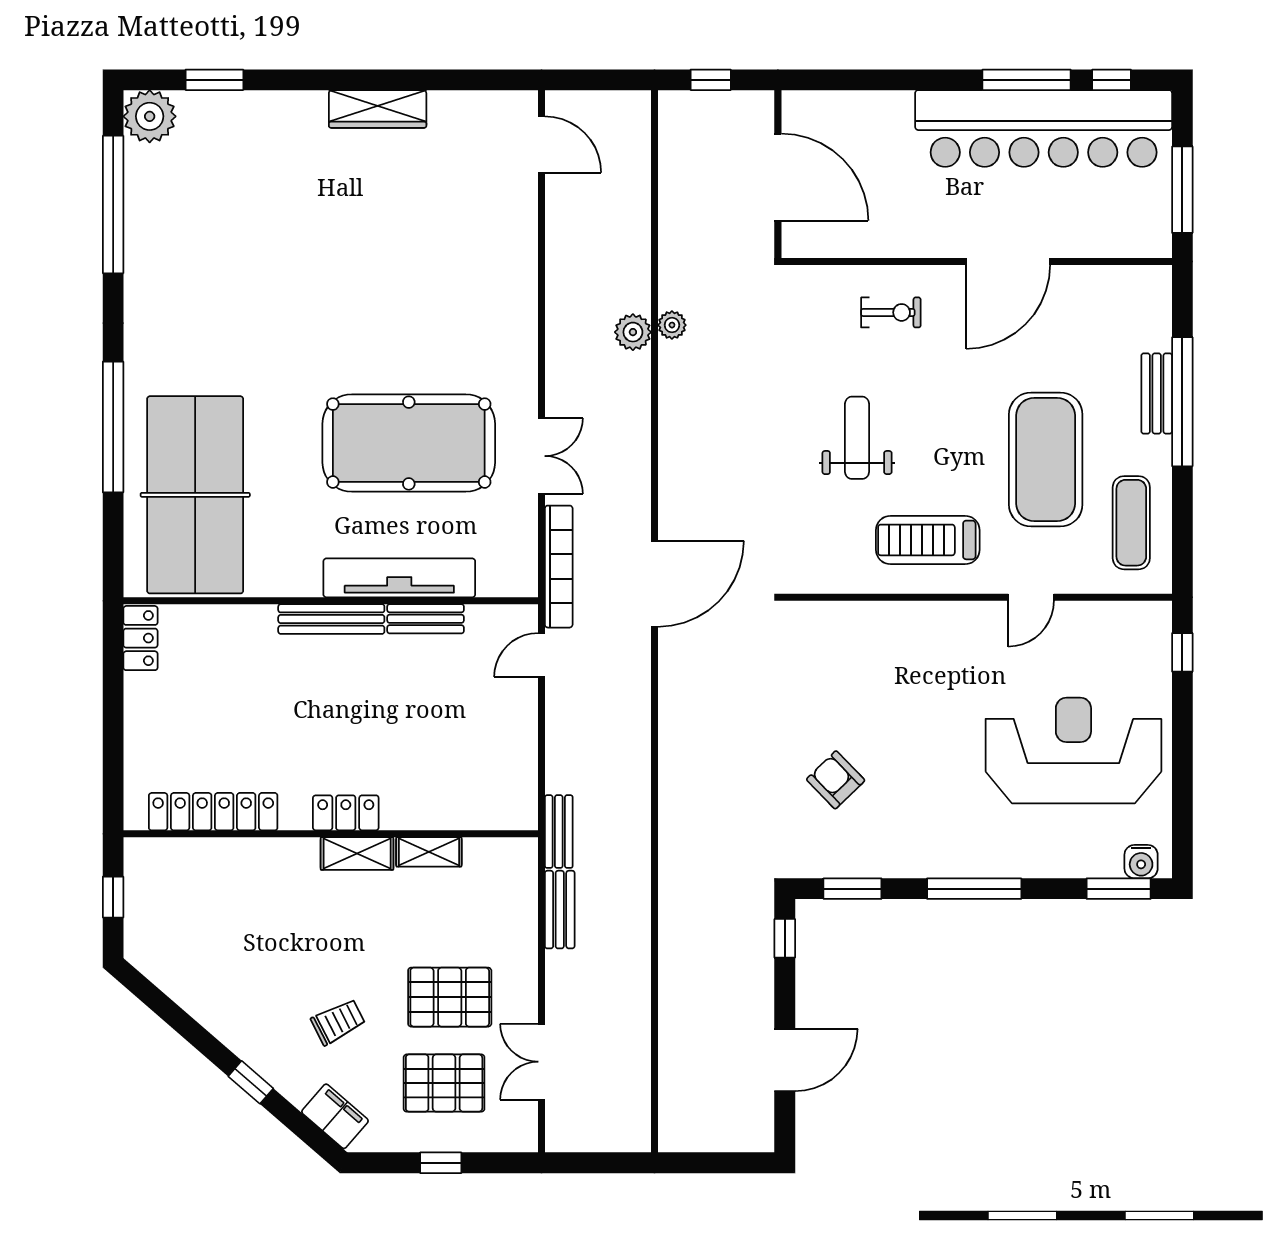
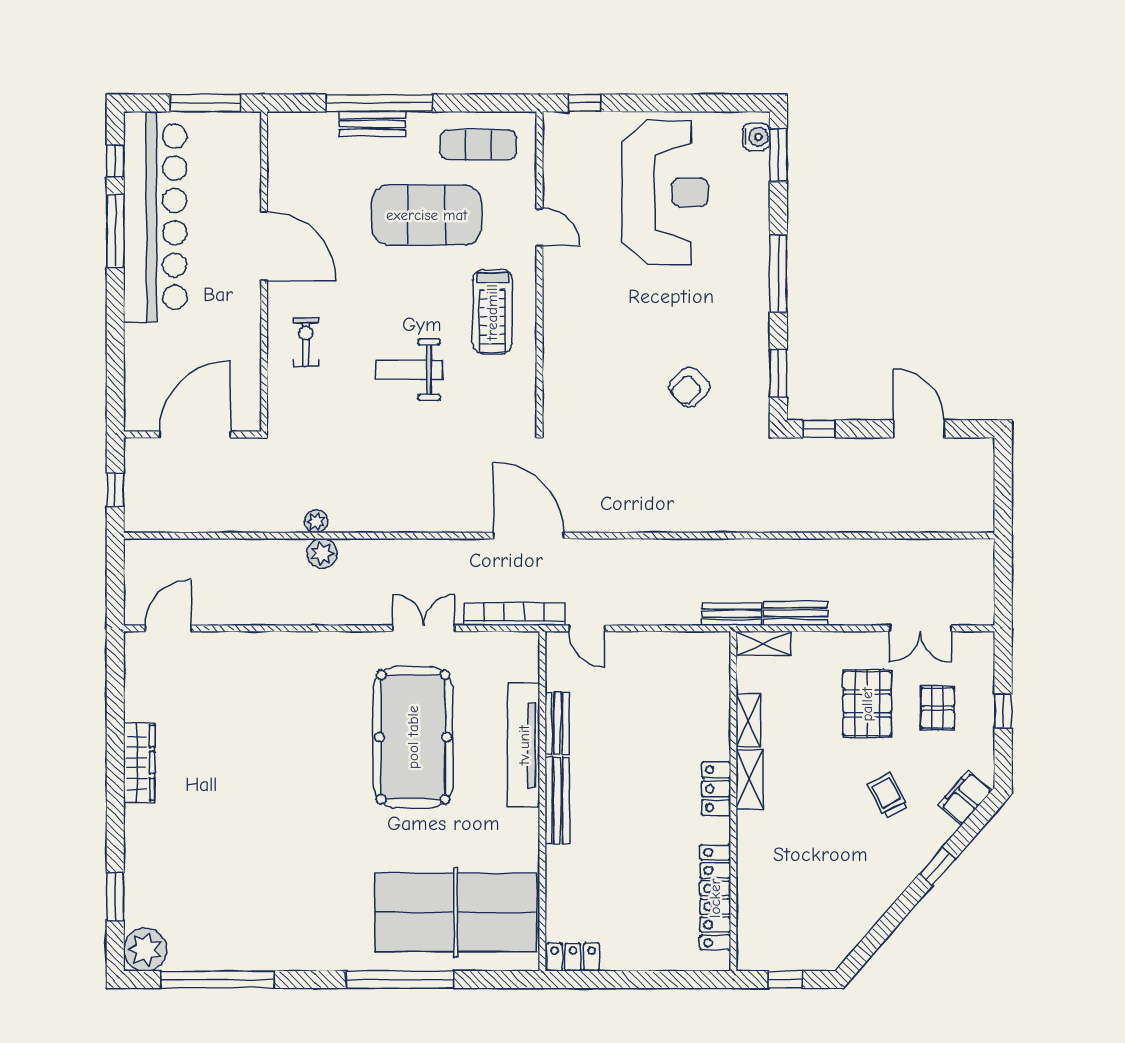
reception desk: (1073, 750) -> (665, 192), turned 180
shelving: (523, 871) -> (763, 643), added
pallet: (444, 1083) -> (938, 708), width x0.67, depth x0.71

